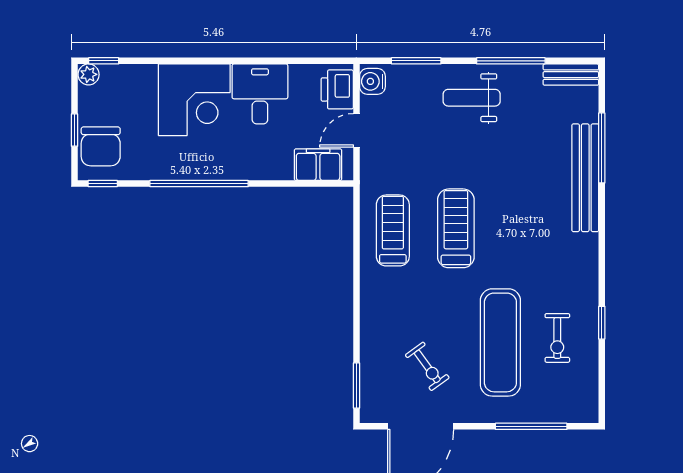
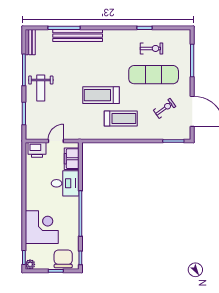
water cooler: (372, 81) -> (33, 134), removed
desk: (260, 94) -> (65, 183), moved, turned 180
corner desk: (194, 100) -> (42, 227), moved
door: (356, 130) -> (56, 141), swing flipped
chair: (101, 146) -> (63, 259), turned -90
treadmill: (393, 230) -> (121, 119), moved, turned 180

